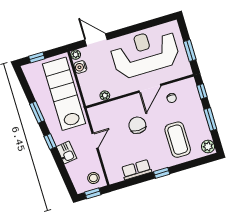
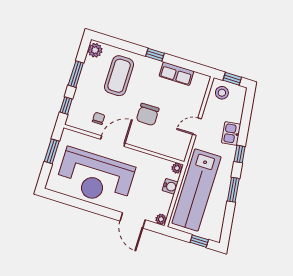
water cooler: (80, 67) -> (170, 186), moved
plant: (105, 96) -> (177, 168), moved

